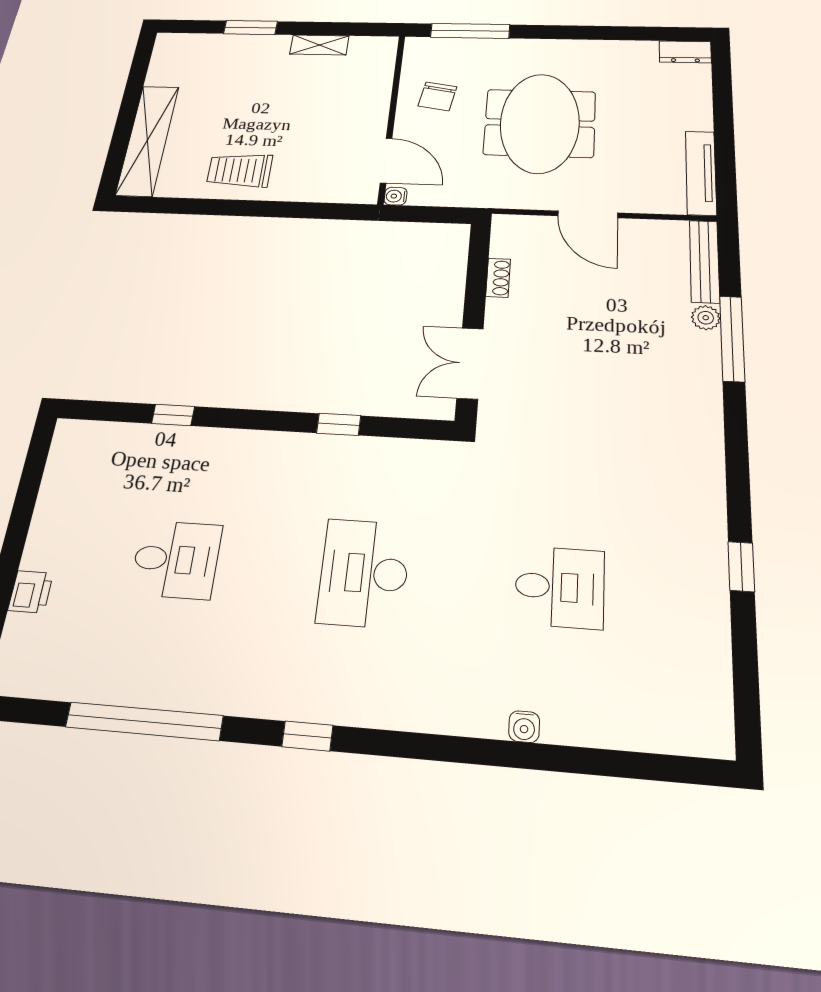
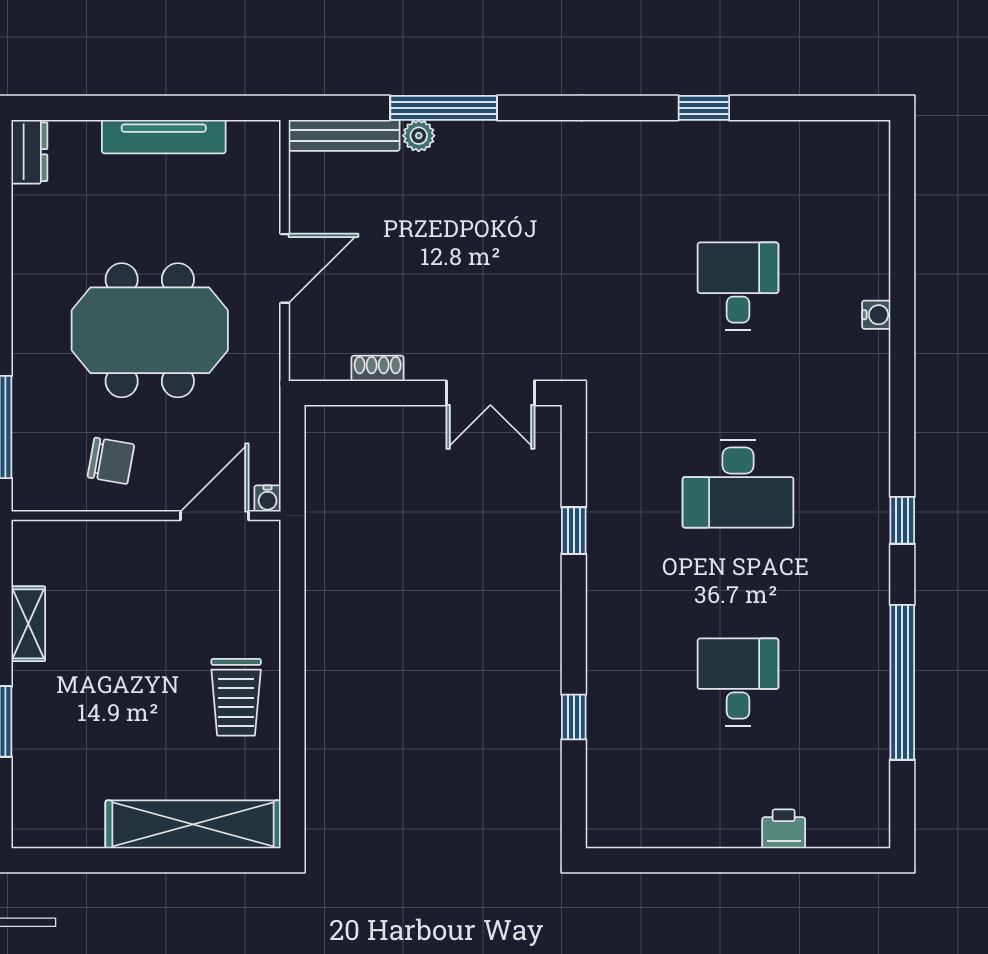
tv unit: (701, 173) -> (164, 137), moved

